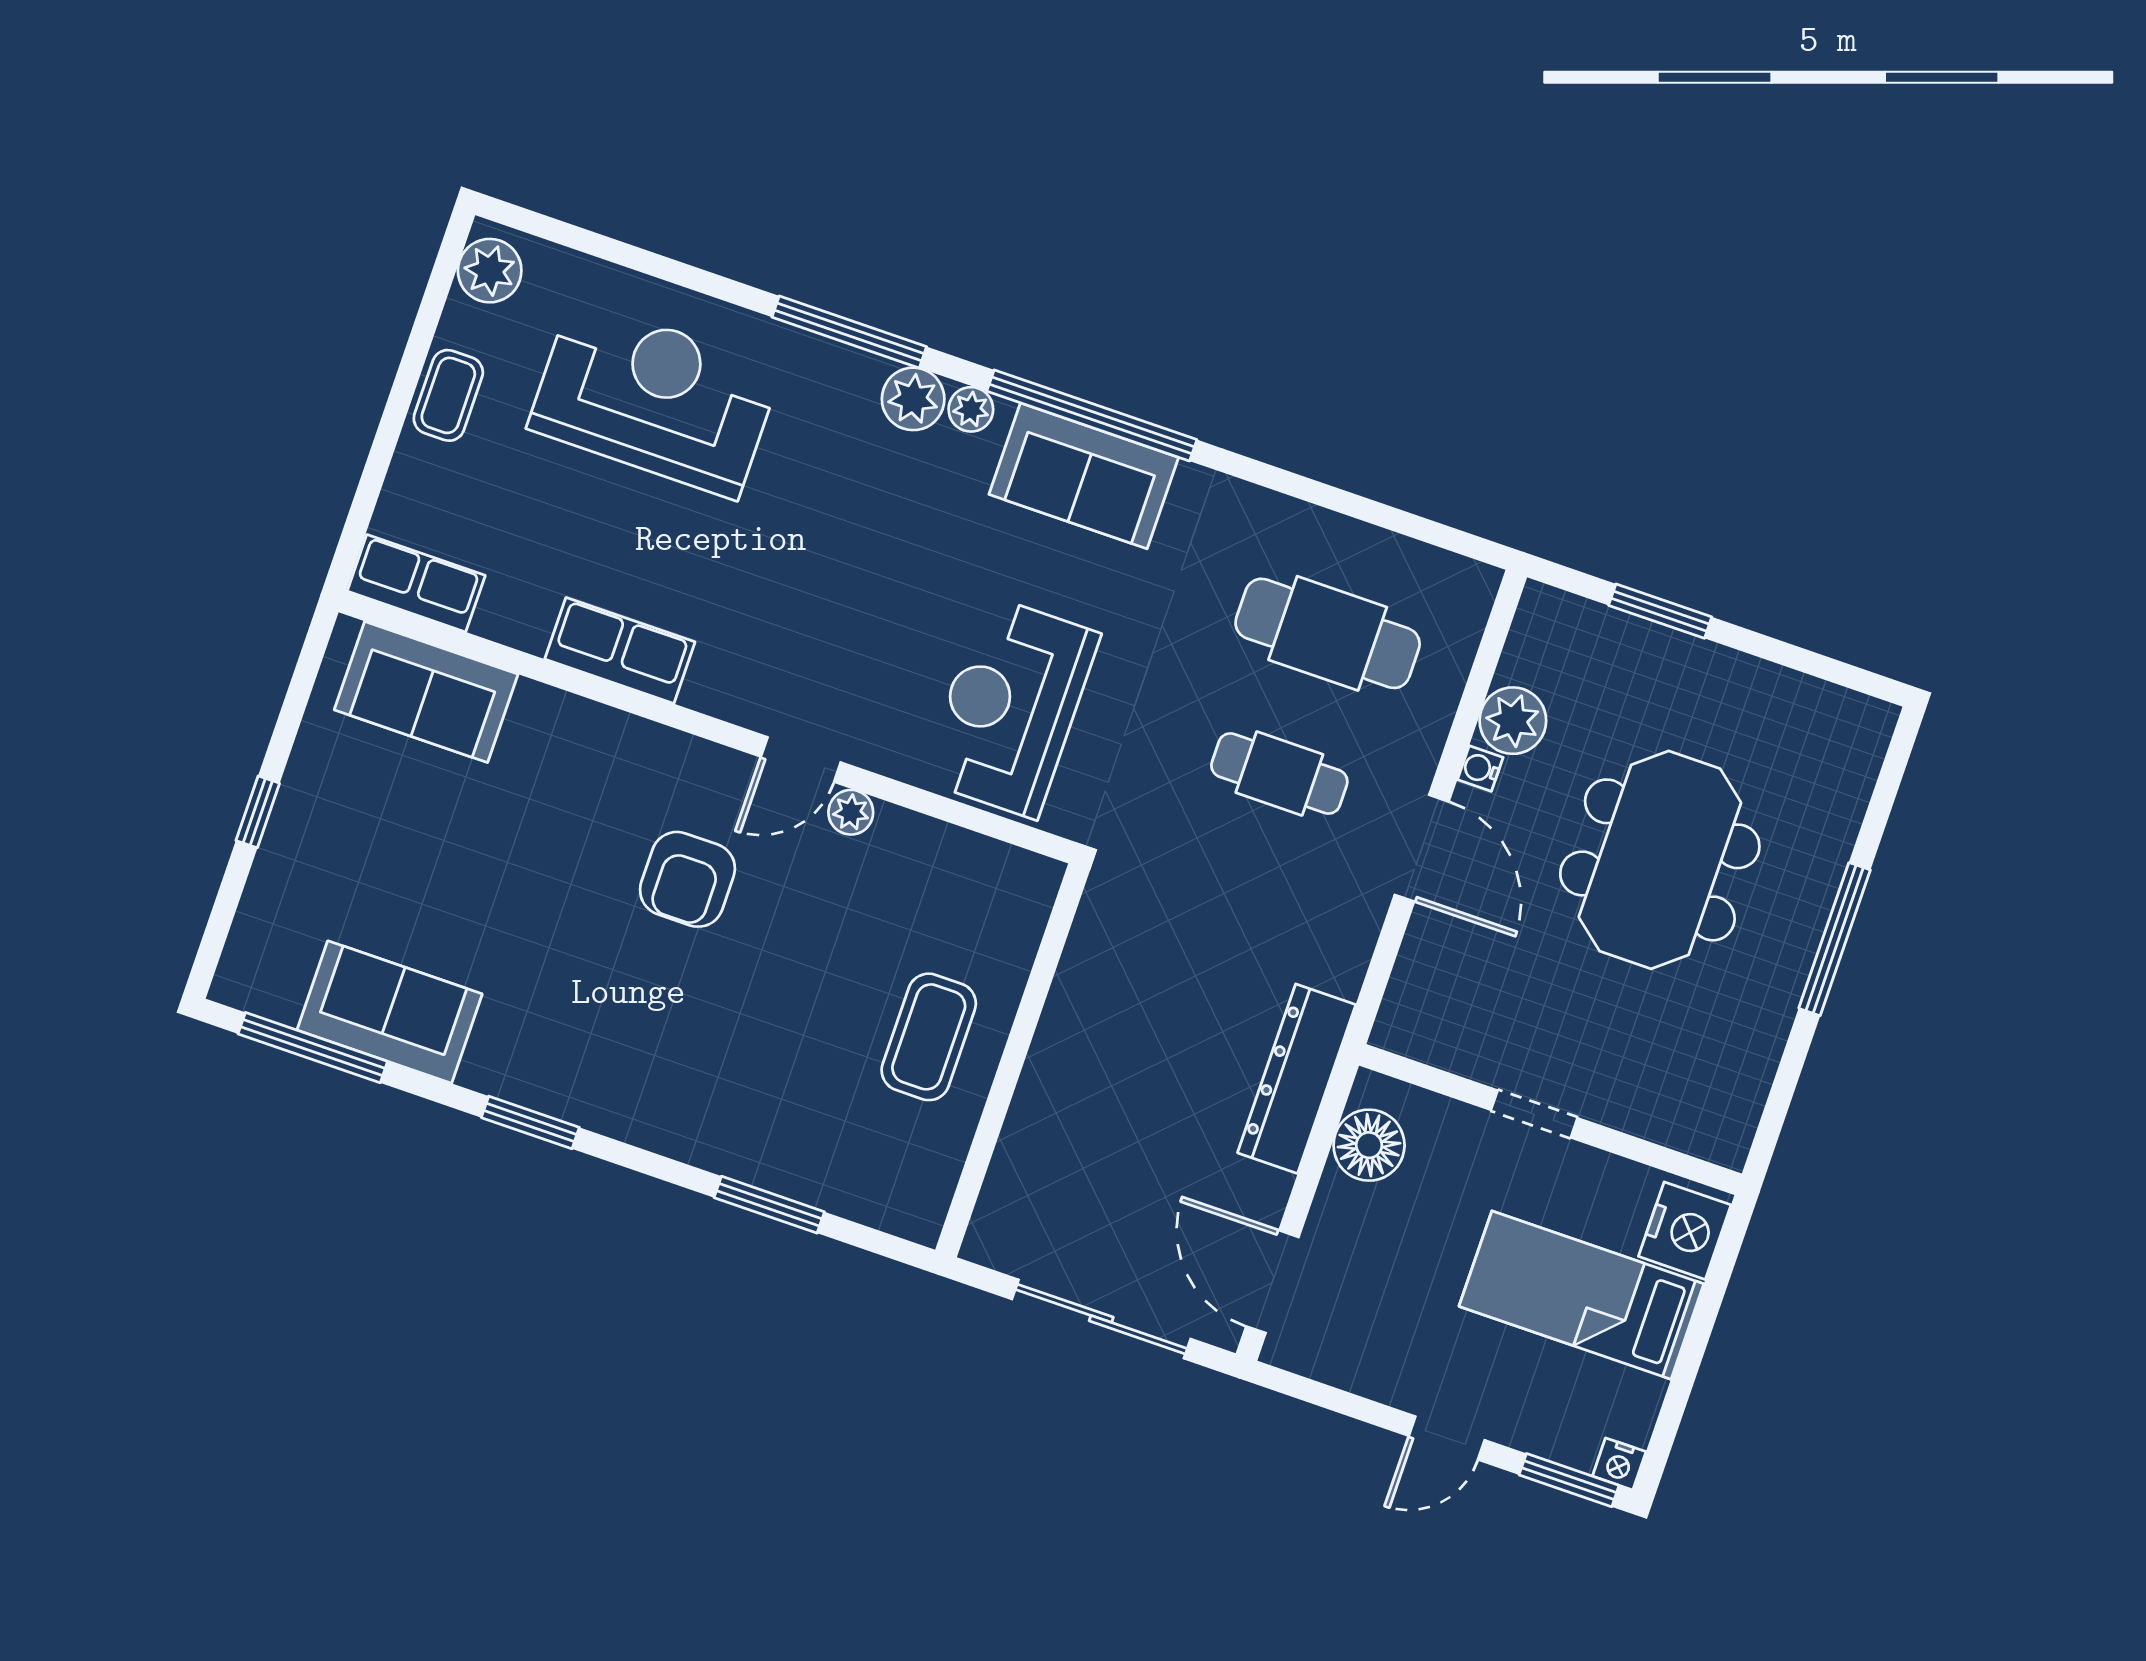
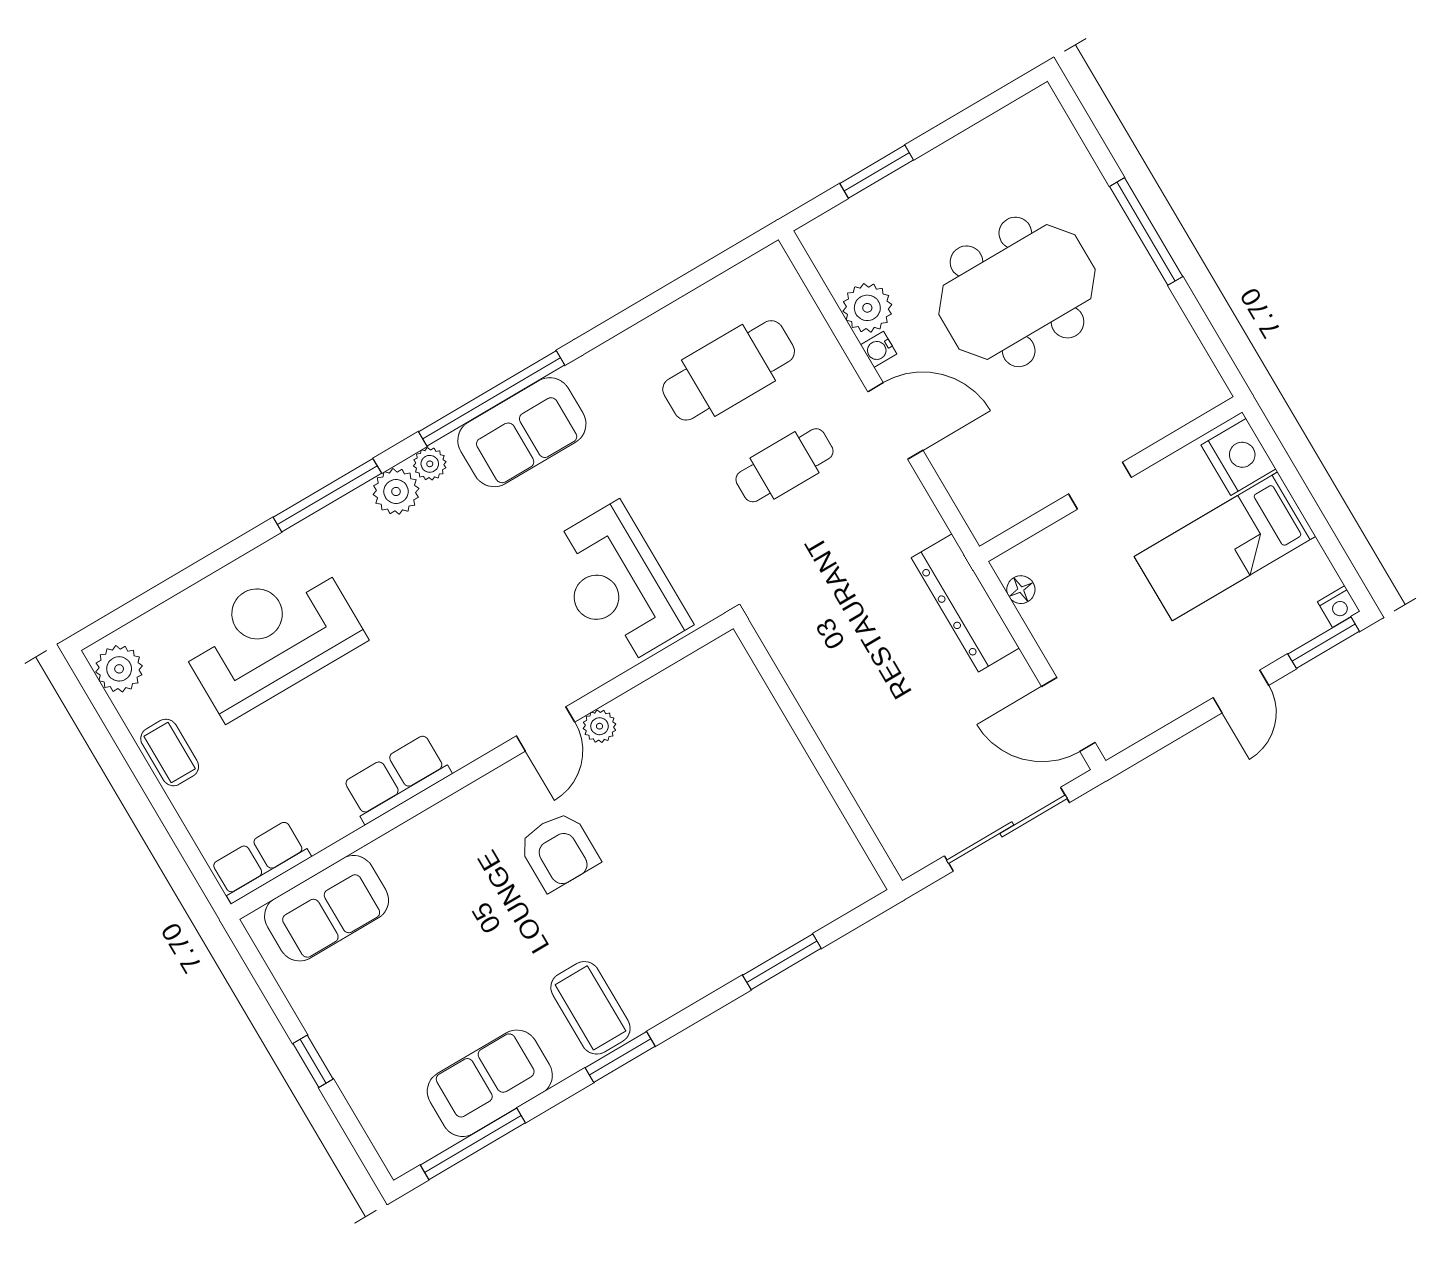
meeting table: (1660, 860) -> (1017, 292), turned 90
coffee table: (929, 1037) -> (590, 1008), moved
floor lamp: (1369, 1145) -> (1021, 590), width x0.53, depth x0.53

